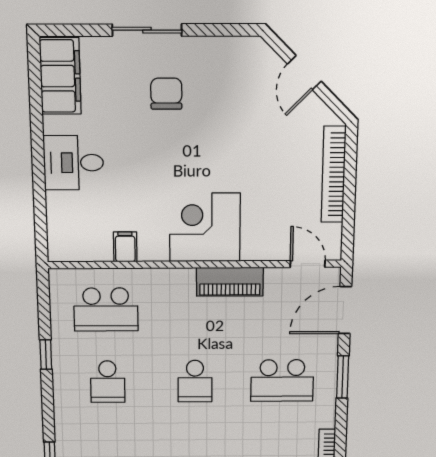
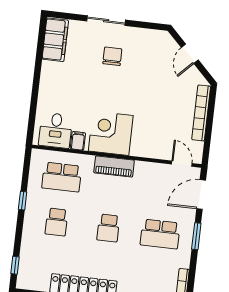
desk: (74, 163) -> (56, 130), moved, turned -90
corner desk: (205, 227) -> (111, 133), moved
piano: (230, 282) -> (114, 167), moved

